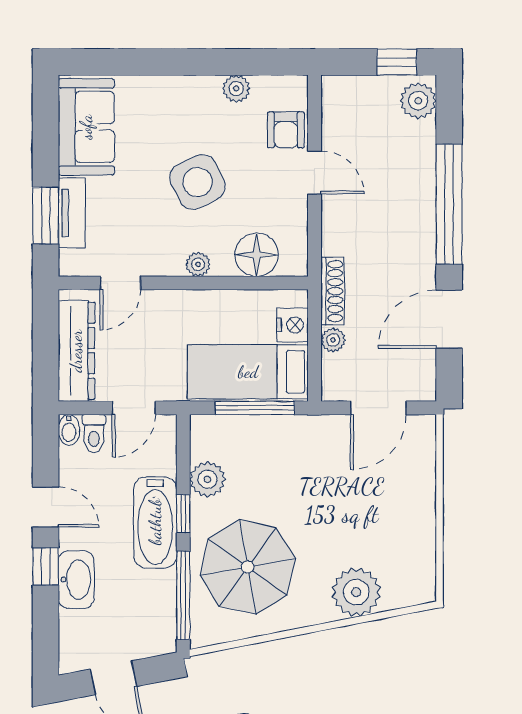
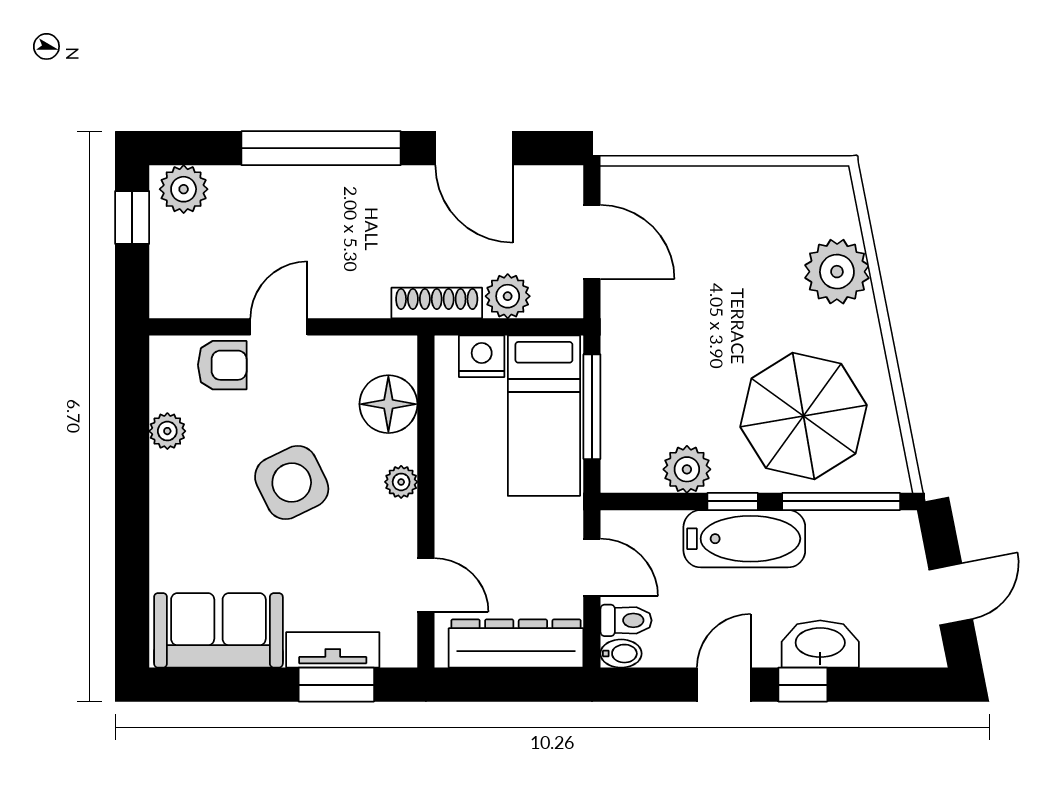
plant: (333, 340) -> (508, 296), width x1.38, depth x1.38

